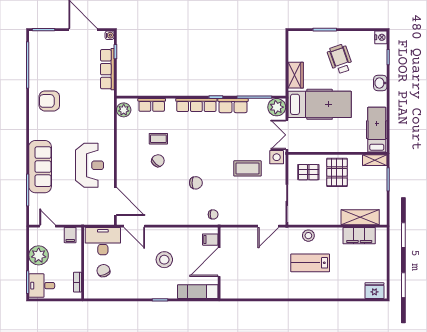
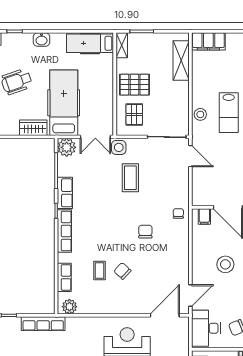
row of seats: (107, 69) -> (43, 324), moved
filing cabinet: (359, 236) -> (208, 41), moved, turned 90

